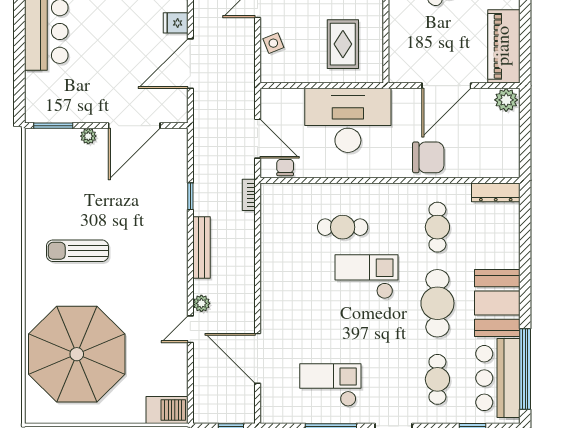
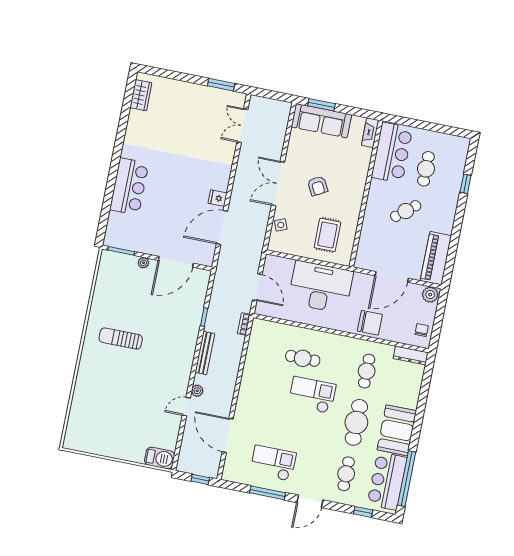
chair: (285, 168) -> (422, 330), moved
parasol: (77, 354) -> (106, 408), removed

